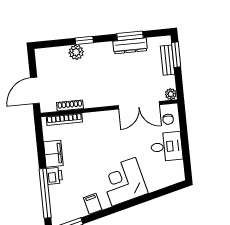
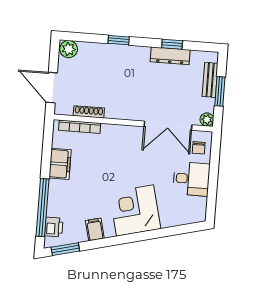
window: (130, 36) -> (172, 44), width x0.67
plant: (76, 52) -> (69, 49), moved
window: (176, 55) -> (220, 91), moved
door: (35, 91) -> (52, 88), hinge flipped
printer: (54, 176) -> (54, 227), moved

